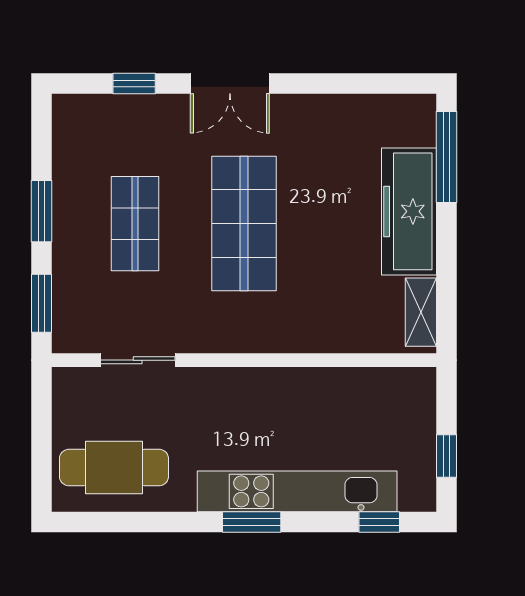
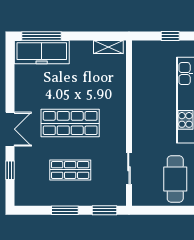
freezer: (409, 211) -> (42, 52), moved

